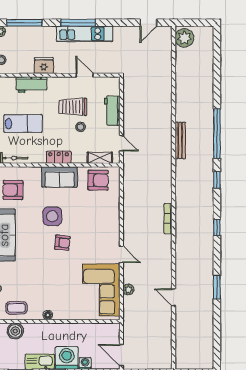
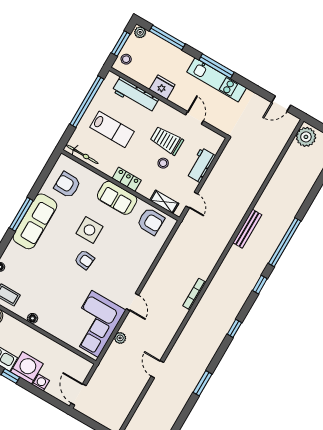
workbench: (31, 85) -> (135, 95), width x1.38

